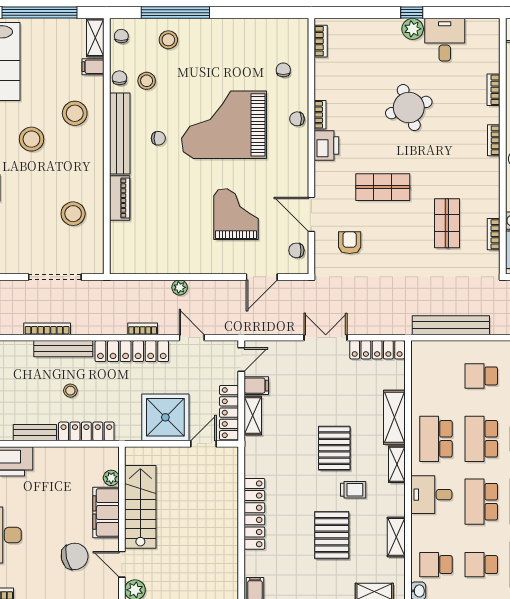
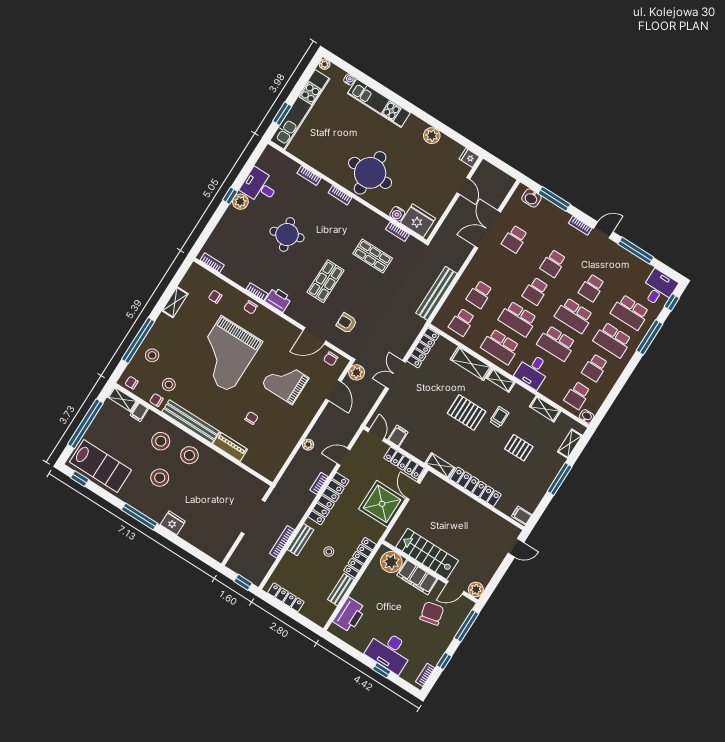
shelving: (247, 27) -> (175, 302), added
chair: (158, 138) -> (251, 418), moved
stool: (73, 214) -> (189, 455), moved
plant: (300, 291) -> (357, 372), added
bench: (63, 349) -> (300, 540), width x0.73
school desk: (436, 376) -> (462, 322), added
shelving: (253, 416) -> (440, 466), moved
plant: (111, 478) -> (391, 562), width x1.88, depth x1.88
pallet: (332, 535) -> (519, 448), width x0.67, depth x0.71

